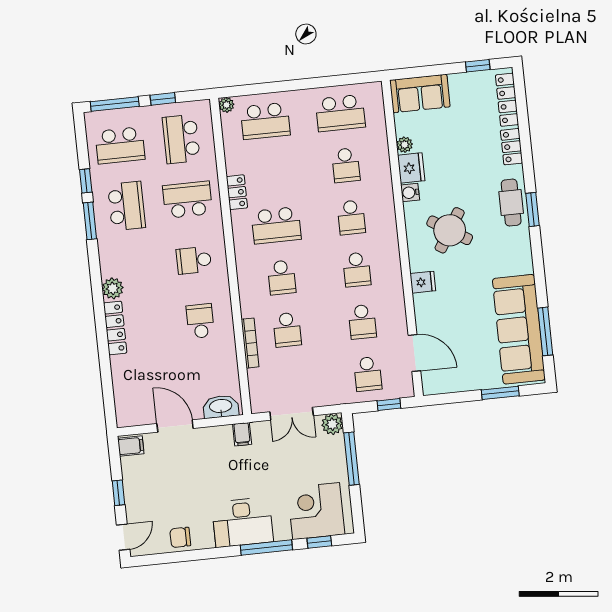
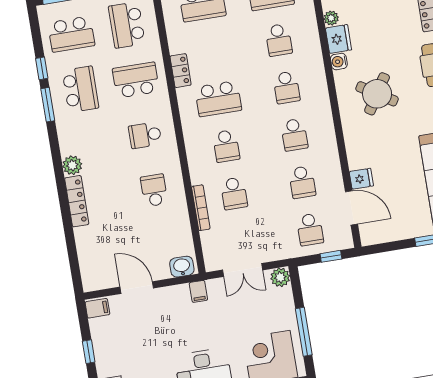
fridge: (423, 282) -> (361, 179), moved
washbasin: (221, 407) -> (182, 267), width x0.72
window: (352, 459) -> (304, 332), moved

